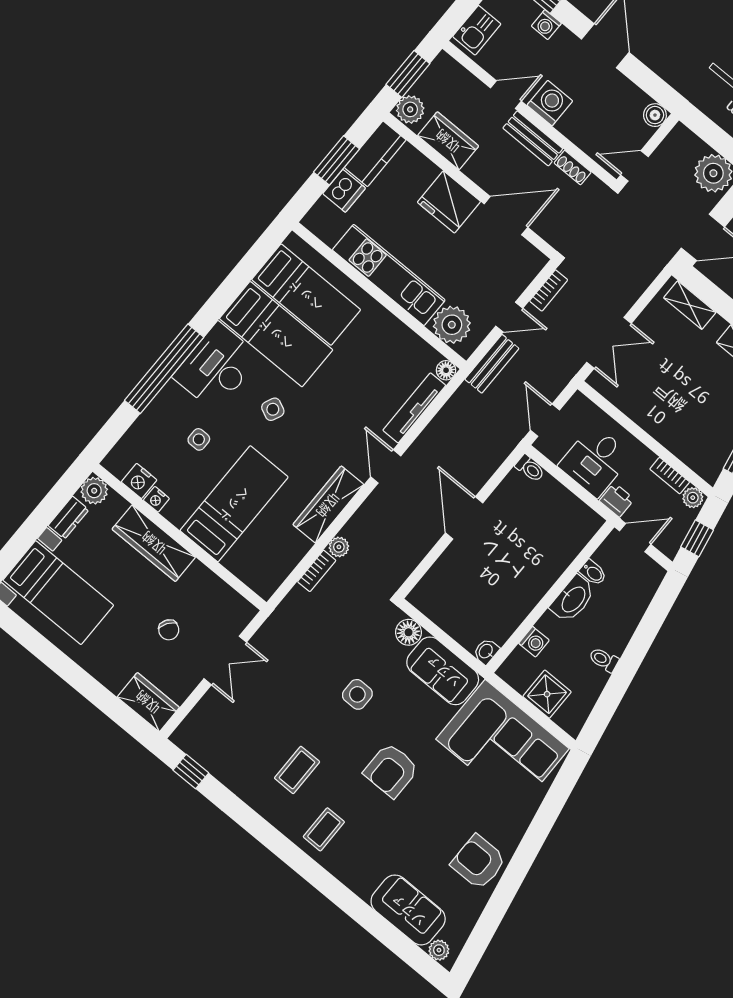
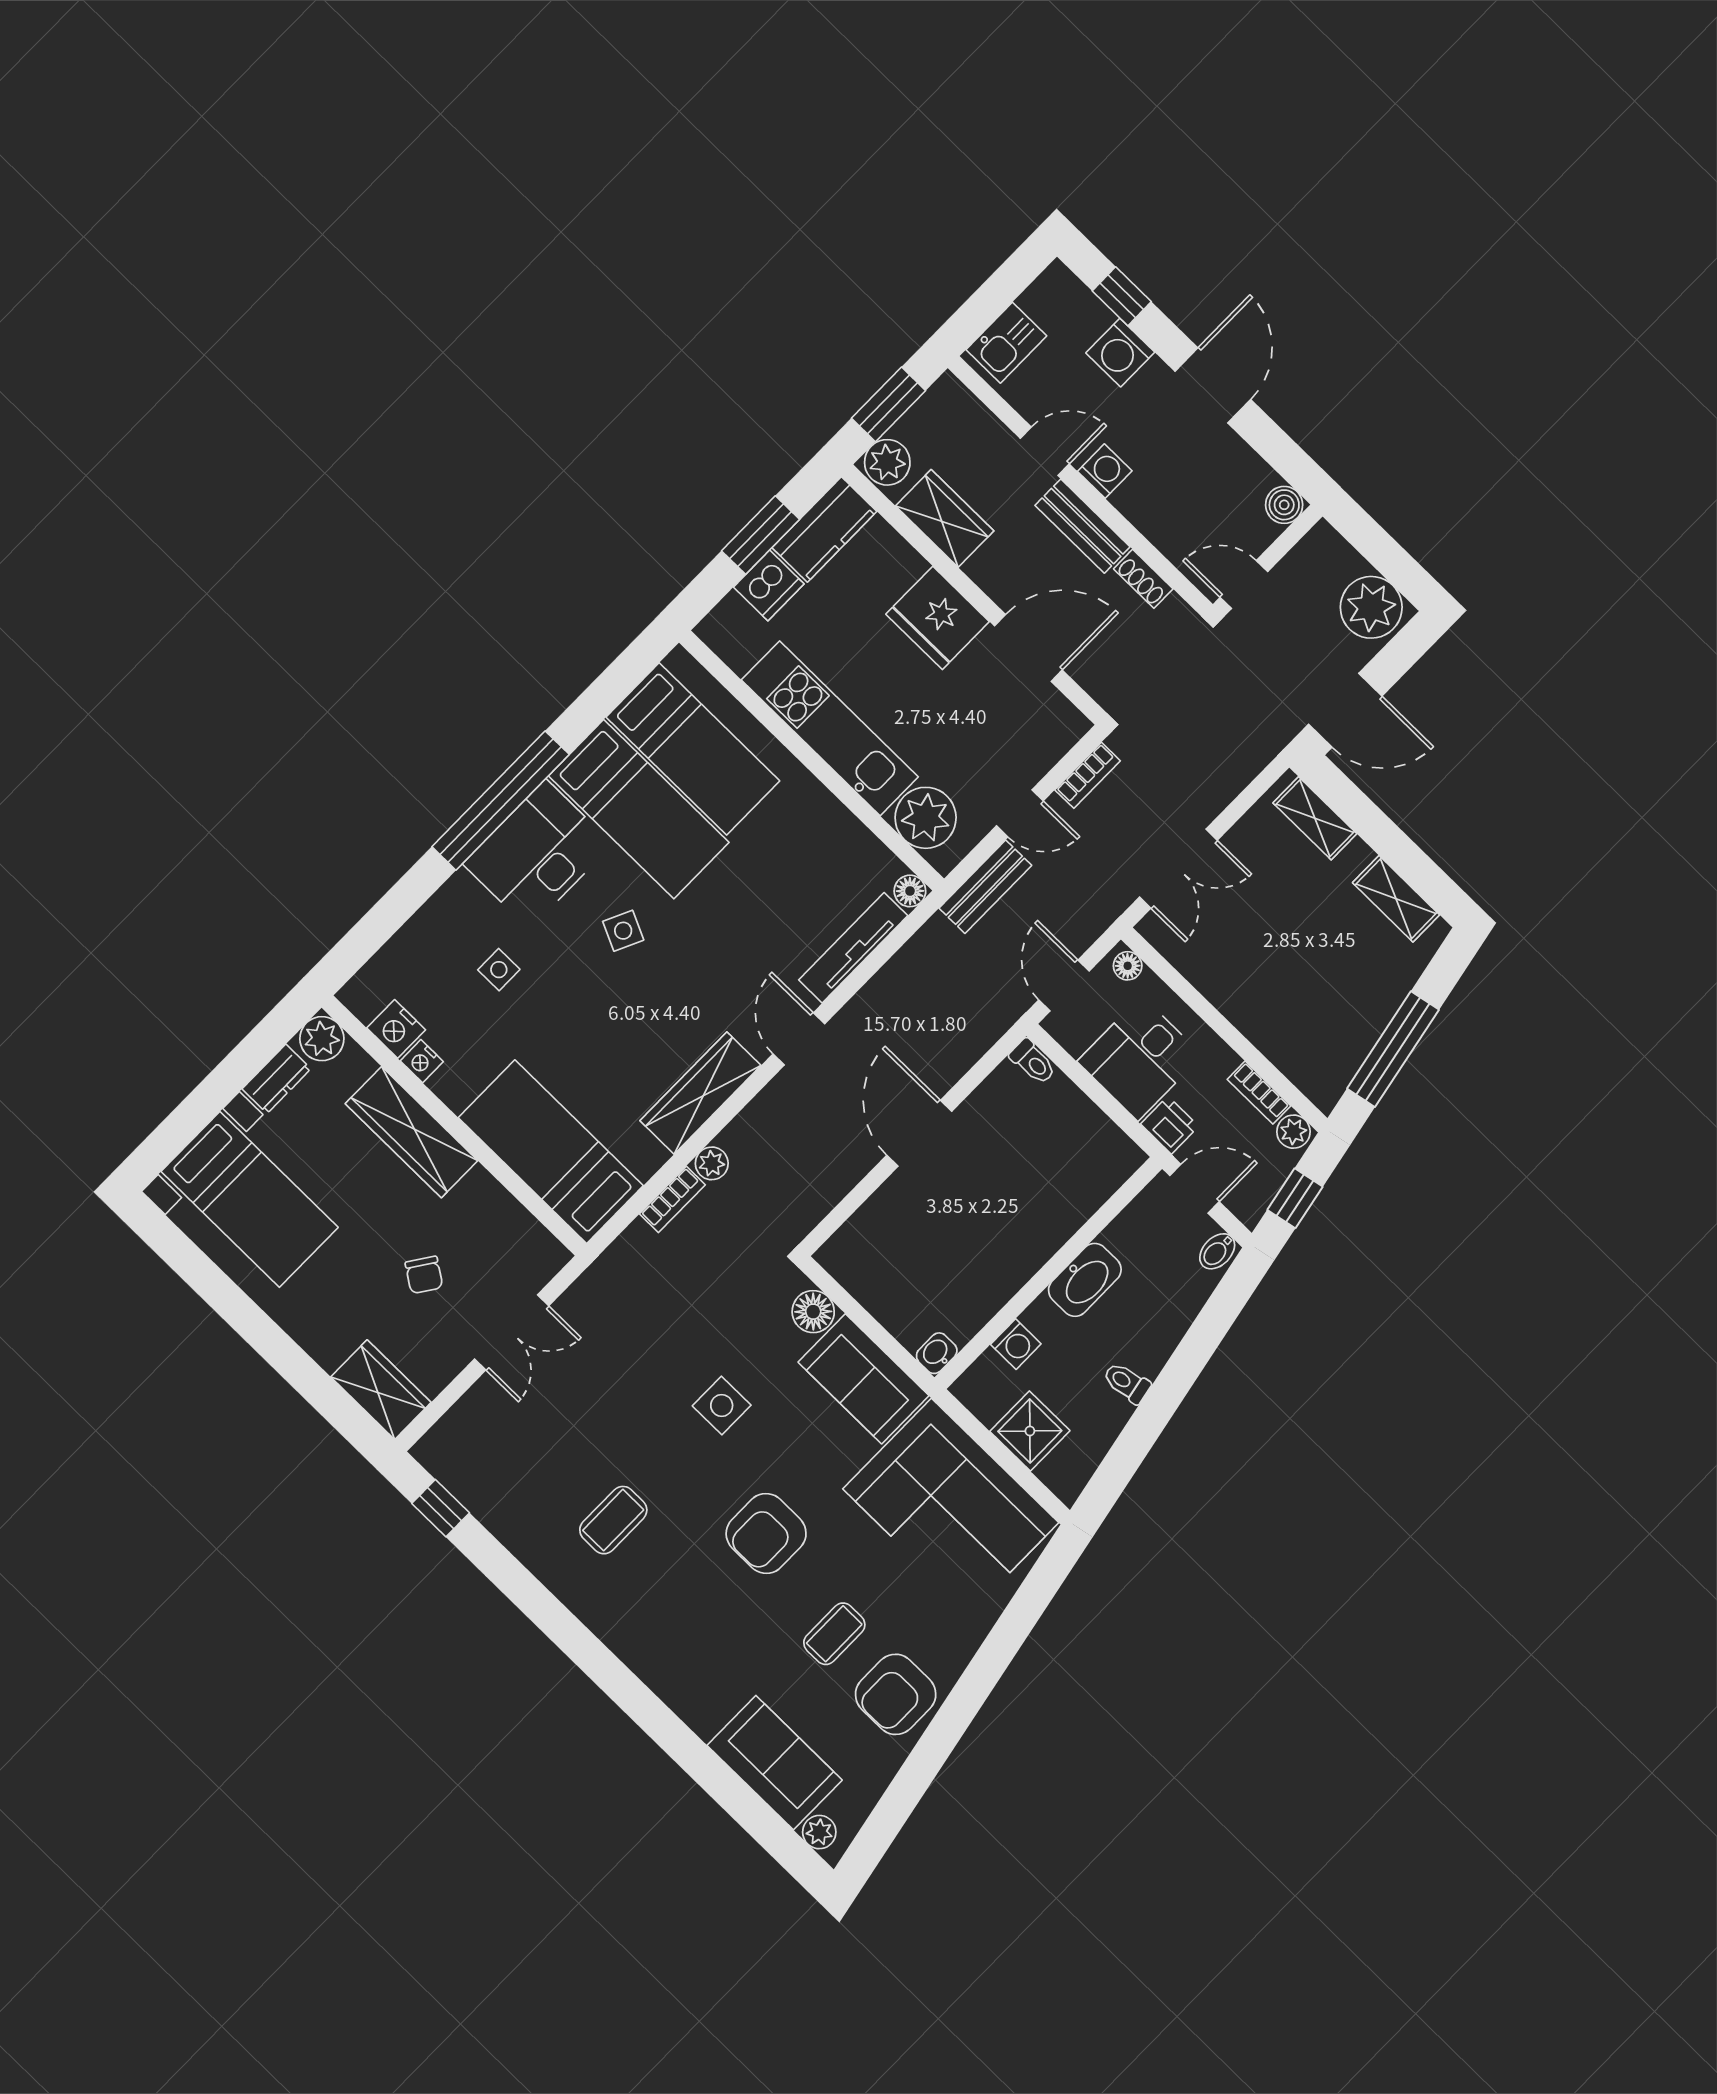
washing machine: (546, 25) -> (1120, 353), width x1.38, depth x1.38
washing machine: (550, 103) -> (1105, 471), width x0.73, depth x0.73
window: (164, 369) -> (501, 801), moved
floor lamp: (583, 405) -> (1128, 966), added
bed: (234, 504) -> (551, 1152), moved, turned -90
bidet: (593, 573) -> (1217, 1251), moved, turned 90
coffee table: (324, 829) -> (834, 1634), moved
armchair: (479, 862) -> (896, 1694), turned -90

